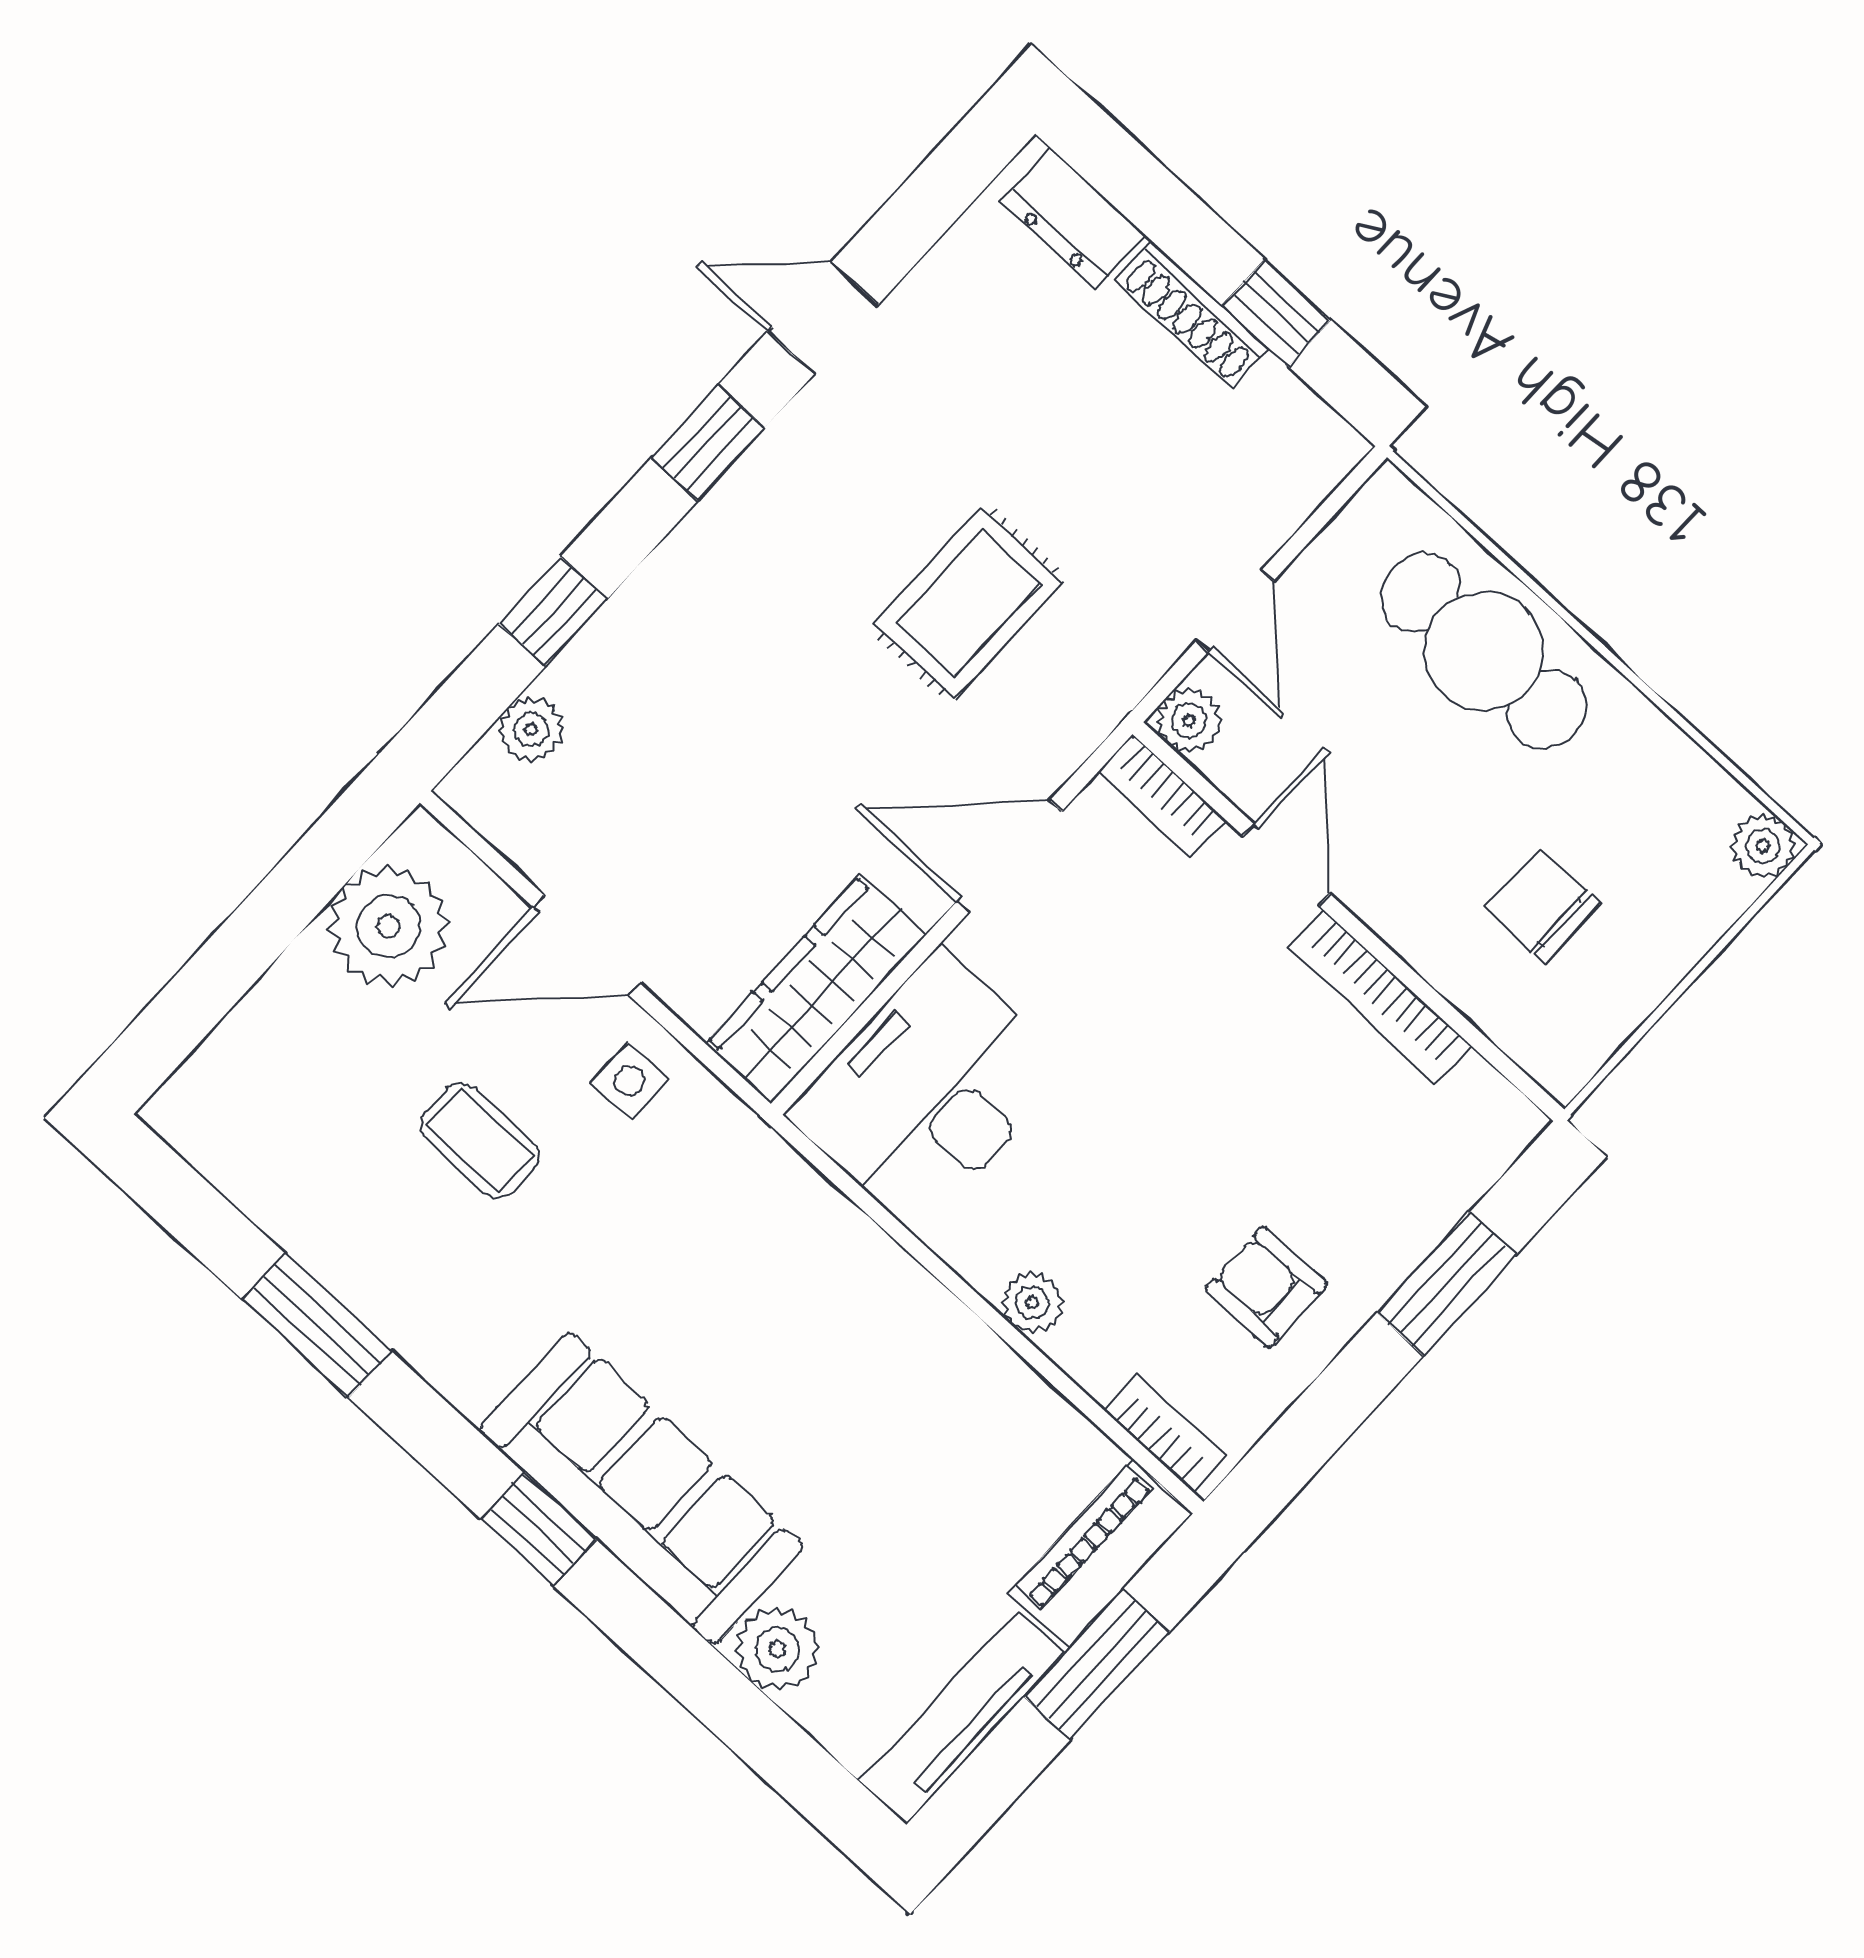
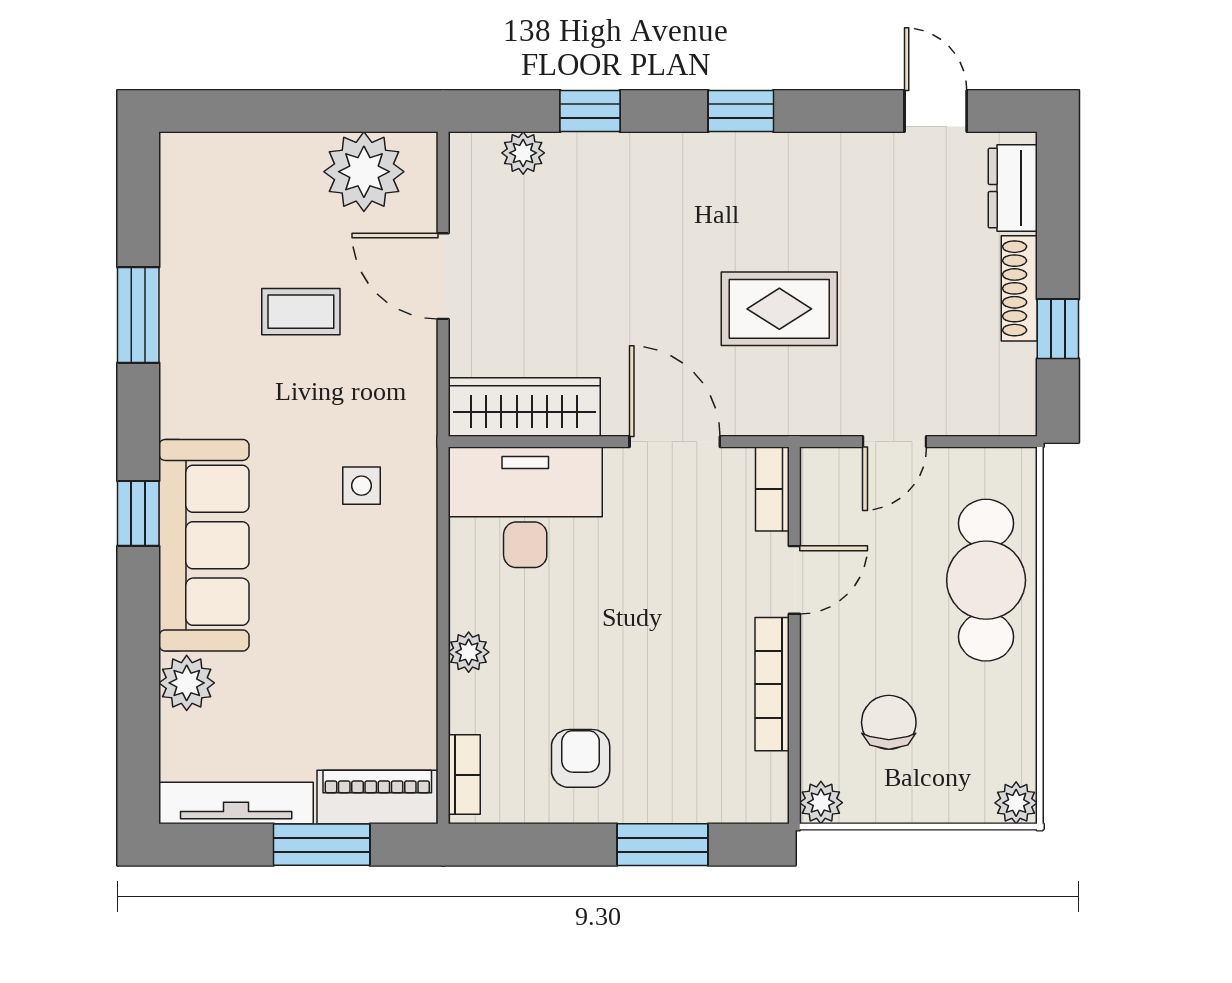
door: (823, 318) -> (936, 111), moved
plant: (1189, 720) -> (821, 803), moved
side table: (629, 1081) -> (362, 486), moved
coffee table: (480, 1141) -> (301, 312), turned 90

